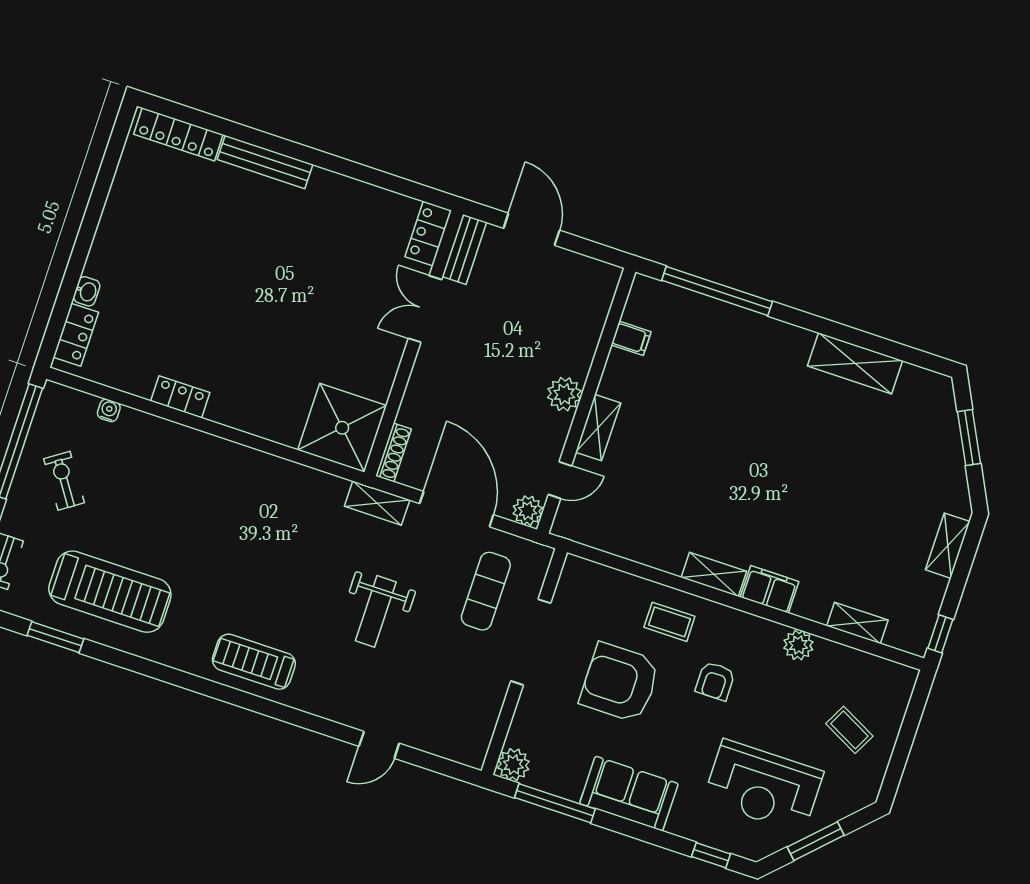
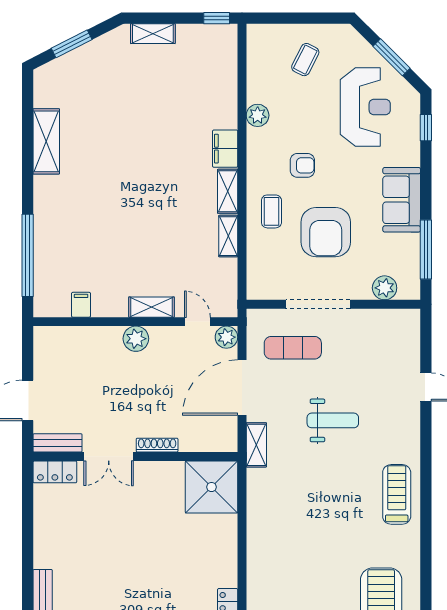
shoe rack: (394, 452) -> (157, 445), moved
shelving: (857, 623) -> (228, 236), moved
treadmill: (254, 662) -> (397, 494), turned 180
plant: (513, 765) -> (385, 288), moved

